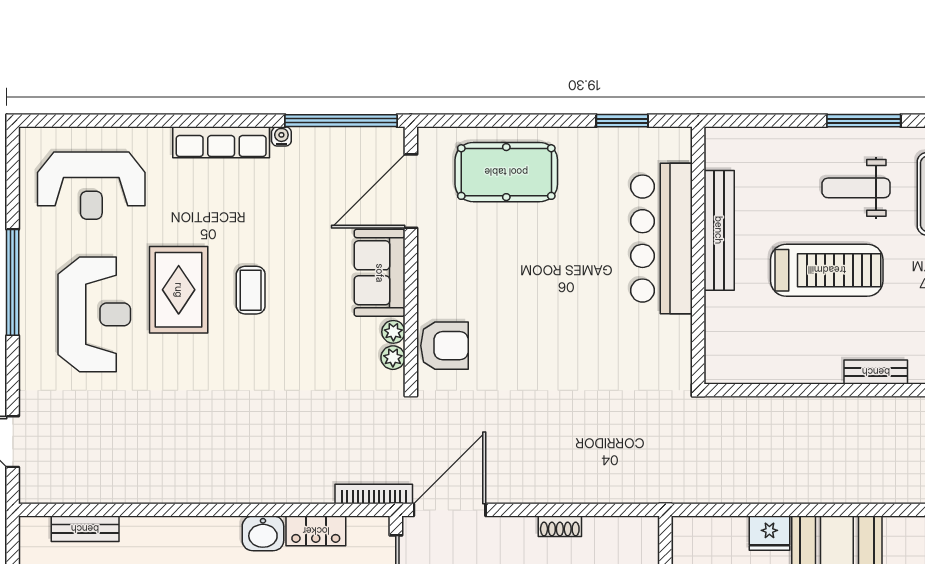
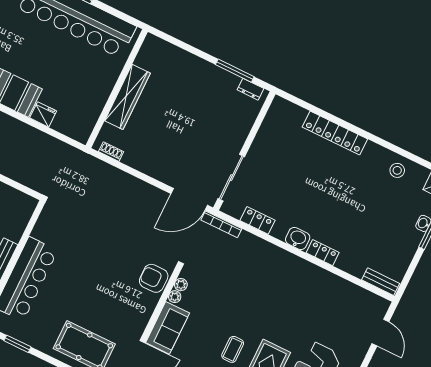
shoe rack: (560, 526) -> (111, 152), moved
bench: (85, 529) -> (381, 282), moved
locker: (178, 530) -> (323, 253), added
washbasin: (263, 533) -> (298, 238), moved

